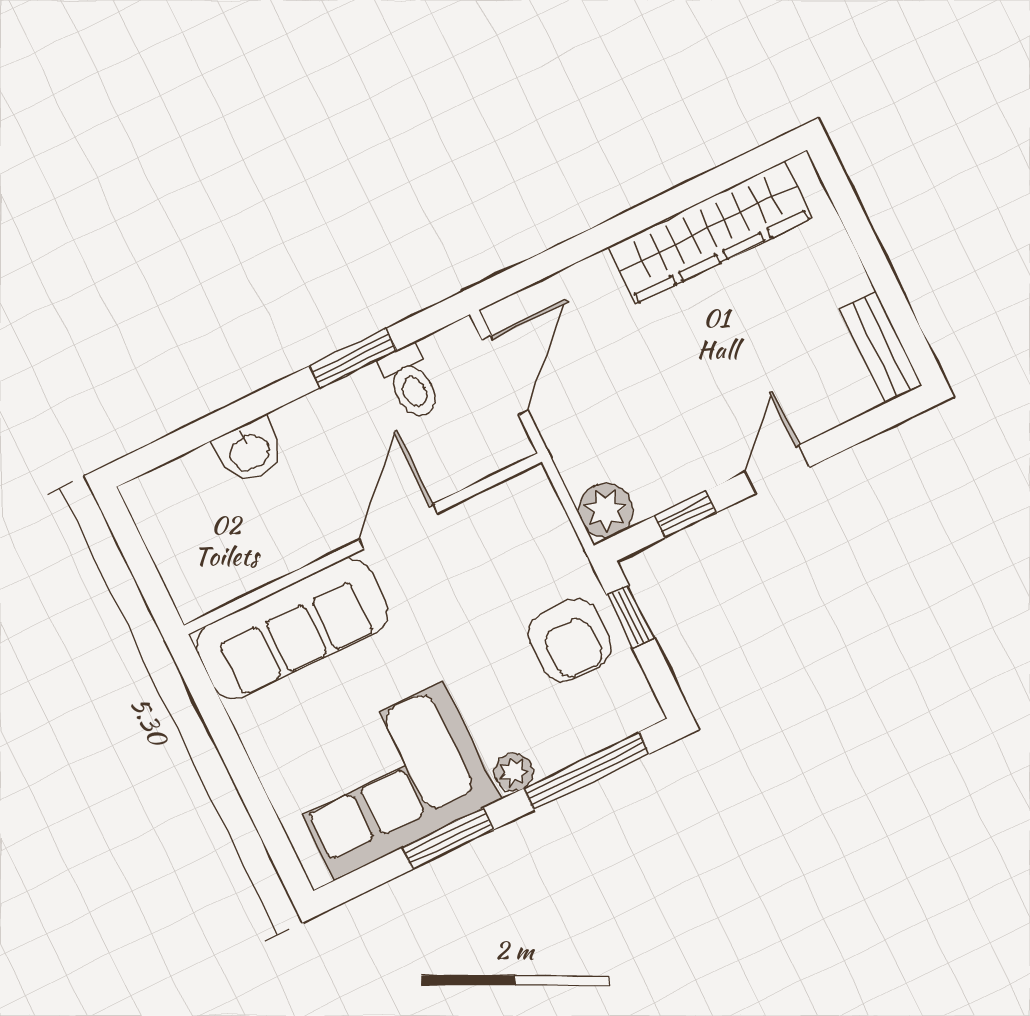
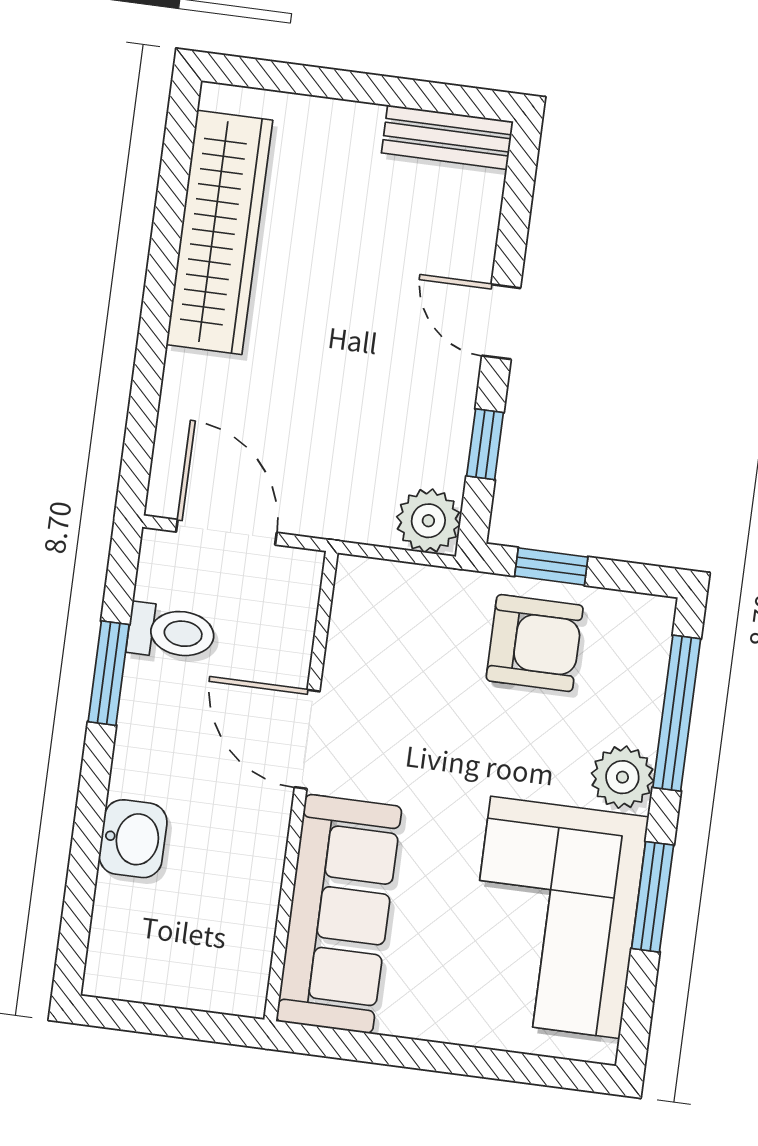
plant: (514, 772) -> (622, 777), width x1.38, depth x1.38

